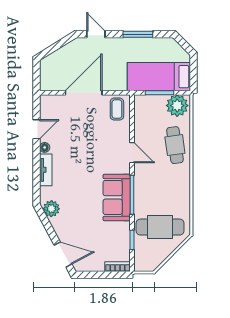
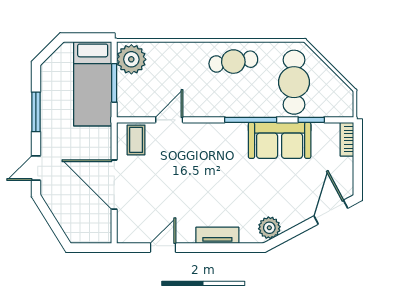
coffee table: (117, 109) -> (136, 140), turned 90
door: (37, 129) -> (163, 248), hinge flipped
cafe table: (175, 145) -> (233, 62), moved
floor lamp: (45, 147) -> (187, 237), removed
door: (132, 153) -> (169, 120), moved
sofa: (117, 197) -> (280, 140), moved

